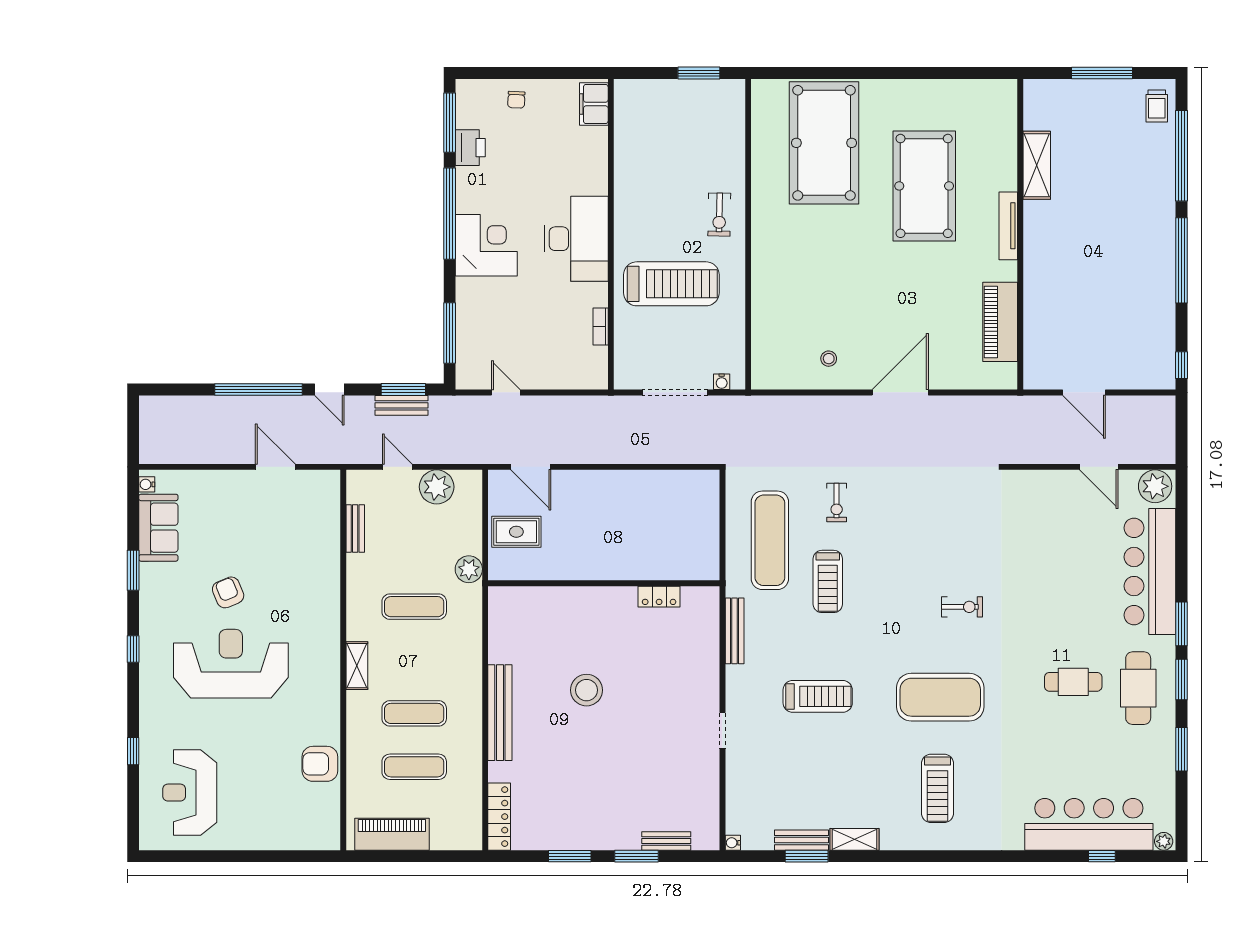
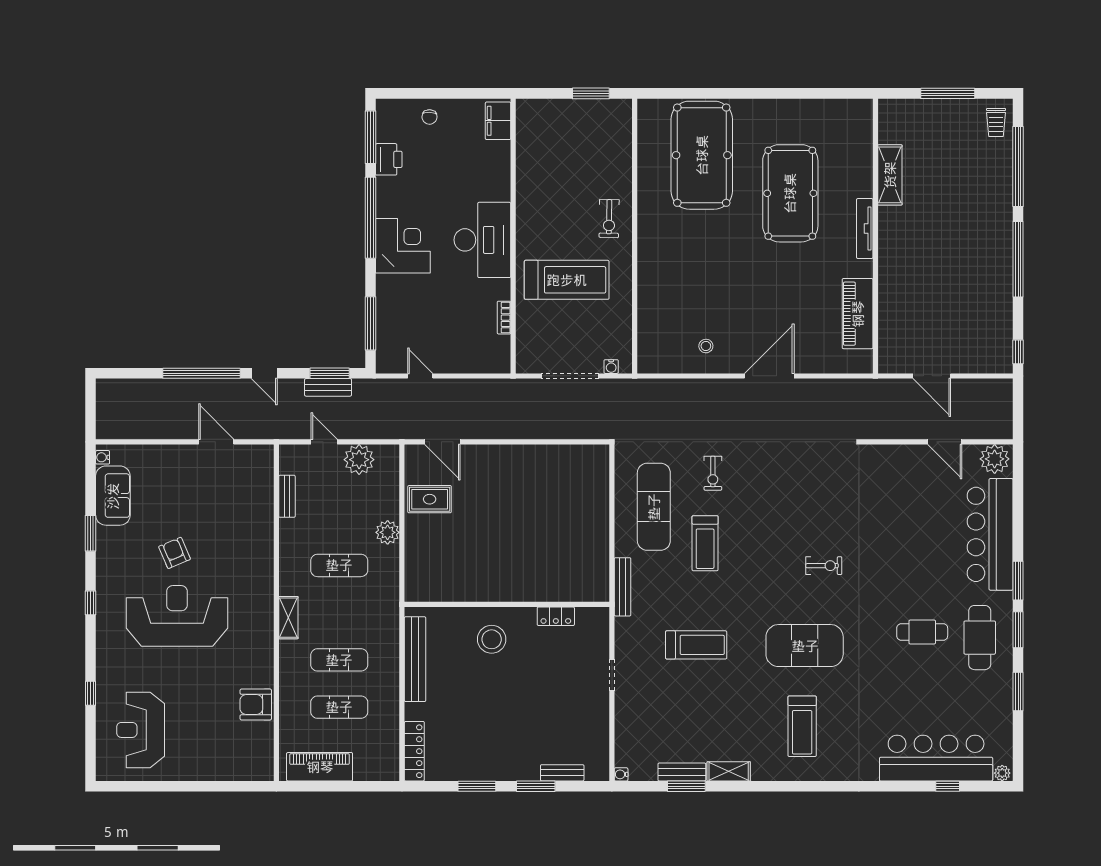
wall: (604, 583) -> (507, 604), moved
locker: (659, 597) -> (556, 616), moved

